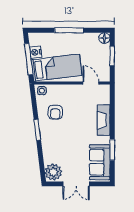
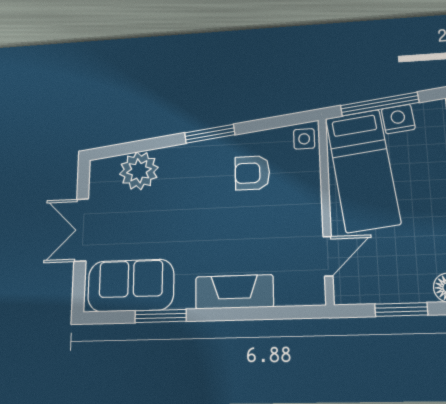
plant: (53, 172) -> (139, 171), moved

